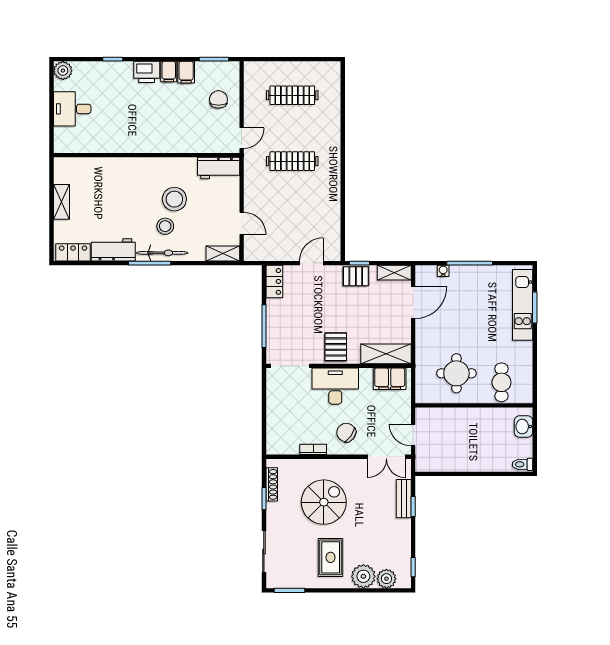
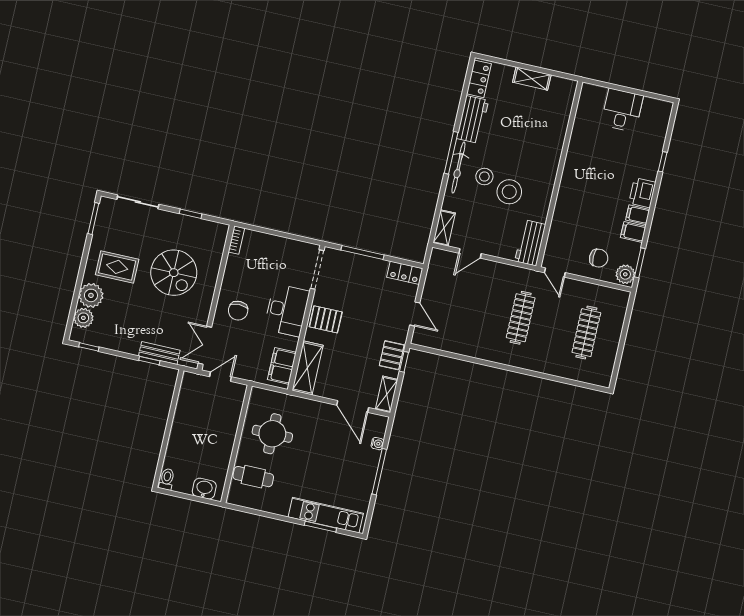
plant: (63, 71) -> (625, 274), moved
chair: (346, 433) -> (238, 311), turned 145
bookcase: (313, 449) -> (236, 240), moved
shoe rack: (272, 484) -> (203, 225), removed

